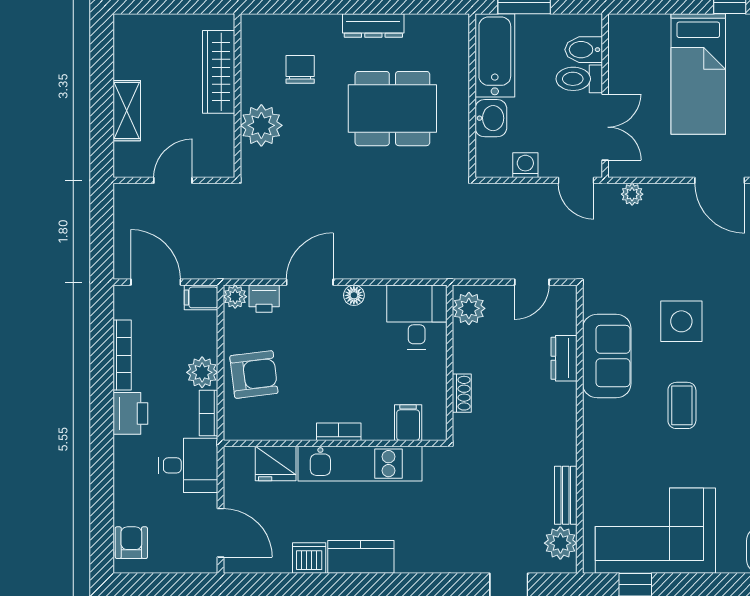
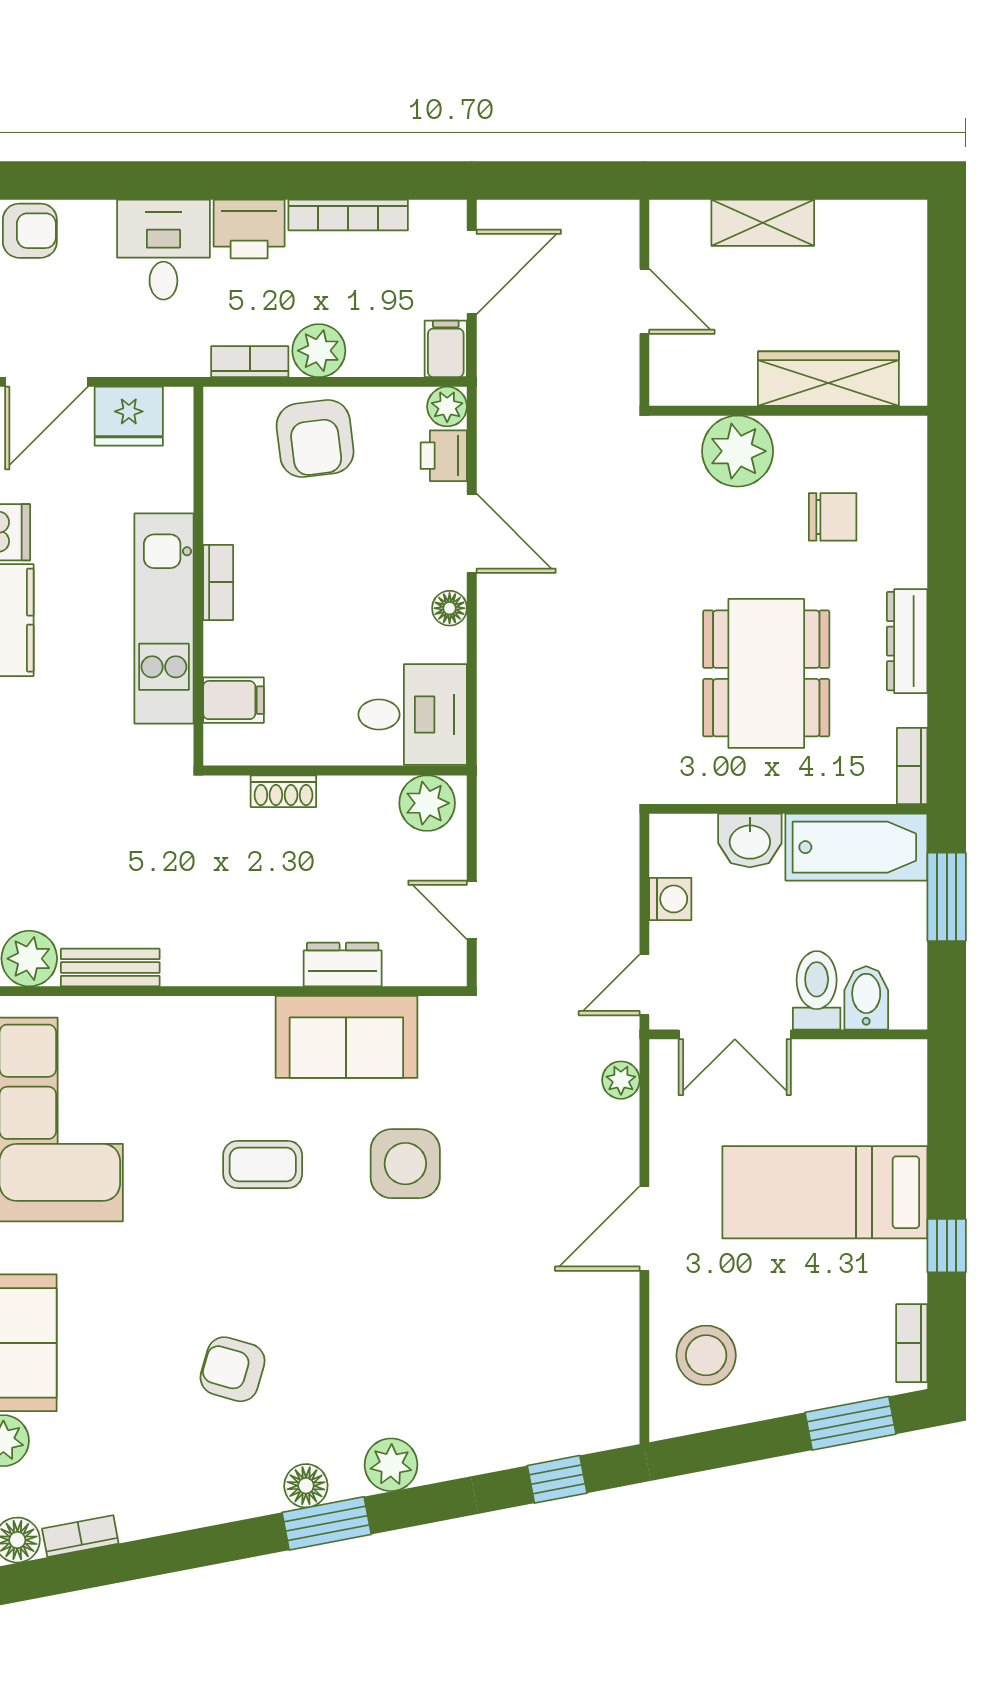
bookcase: (447, 22) -> (912, 766), added
fridge: (276, 464) -> (129, 416), moved, turned -90
desk: (188, 465) -> (163, 250), moved, turned 180

